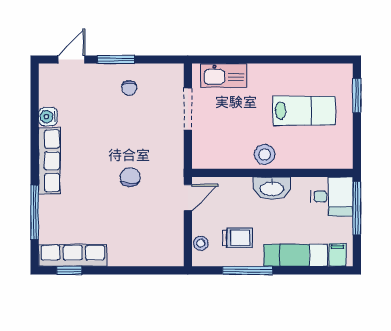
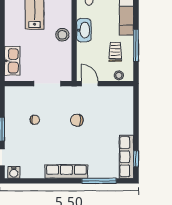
chair: (129, 88) -> (35, 120), moved
doorway: (188, 109) -> (47, 84), moved
water cooler: (48, 117) -> (14, 172), moved

